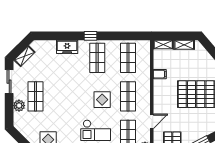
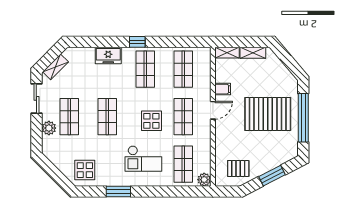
shop shelf: (66, 96) -> (107, 117), added
door: (152, 121) -> (213, 110), moved

